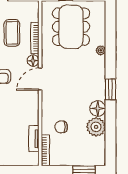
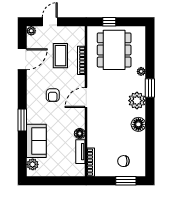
floor lamp: (33, 61) -> (80, 134), moved
window: (110, 89) -> (150, 88), moved
chair: (61, 127) -> (123, 161), moved
plant: (96, 127) -> (137, 101), moved

